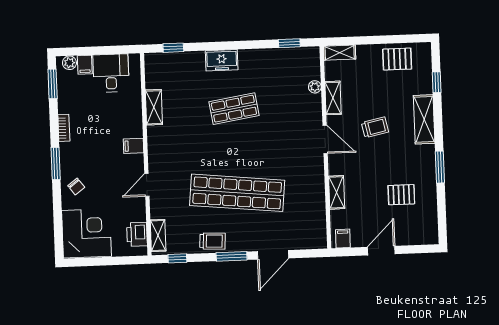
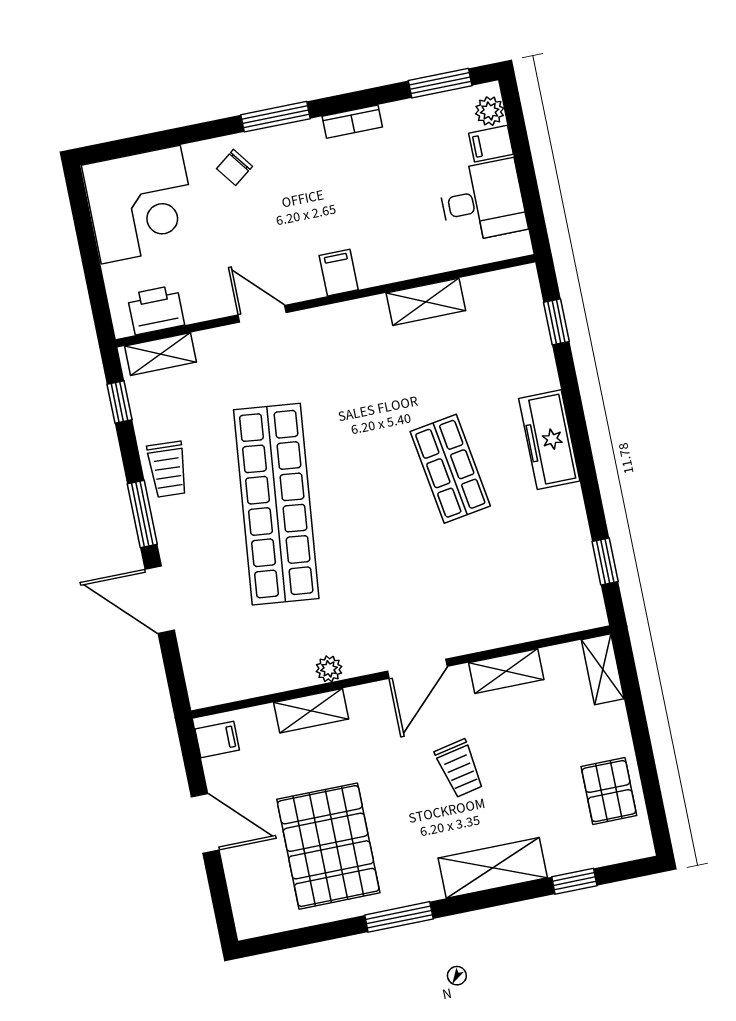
freezer: (222, 60) -> (549, 440), width x1.40
plant: (315, 87) -> (329, 669), moved
pallet: (401, 195) -> (328, 846), width x2.05, depth x2.00

